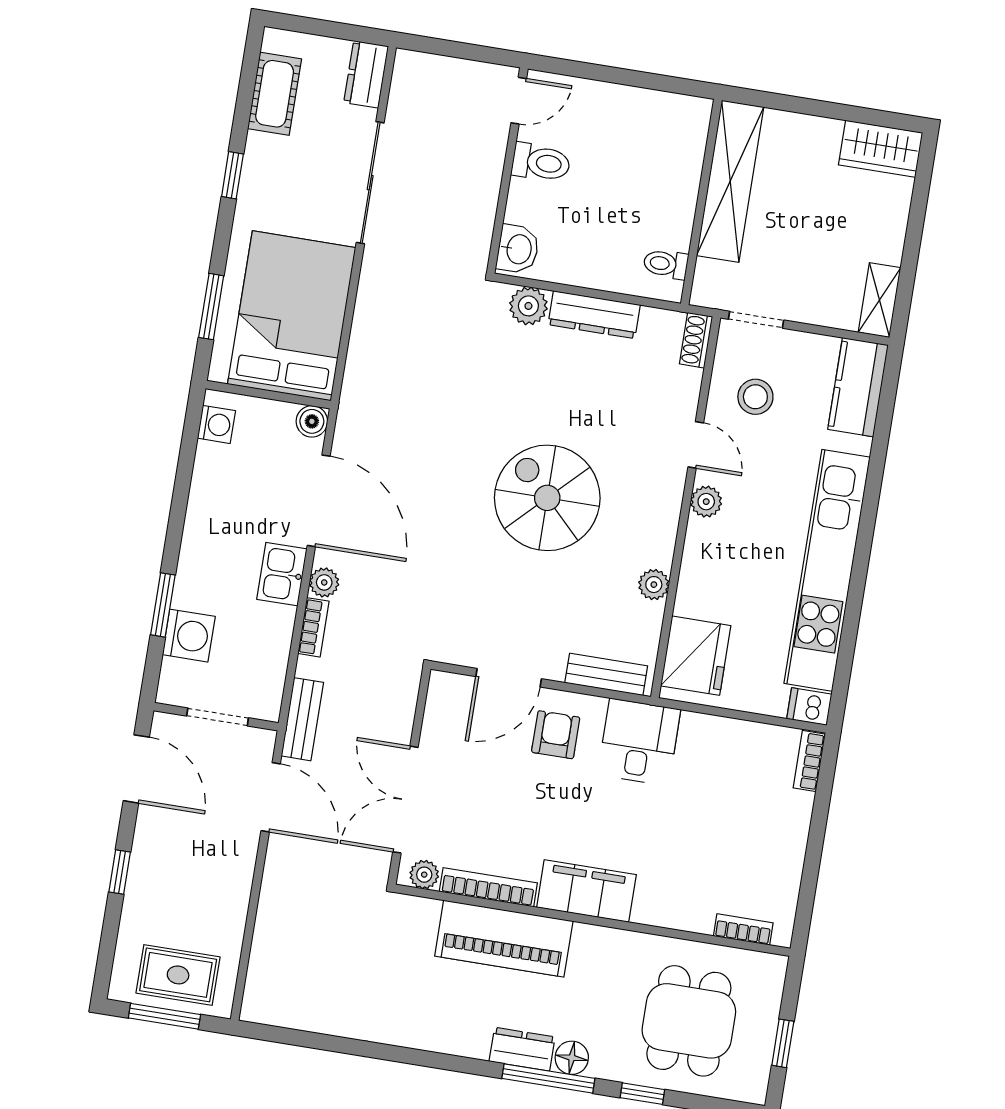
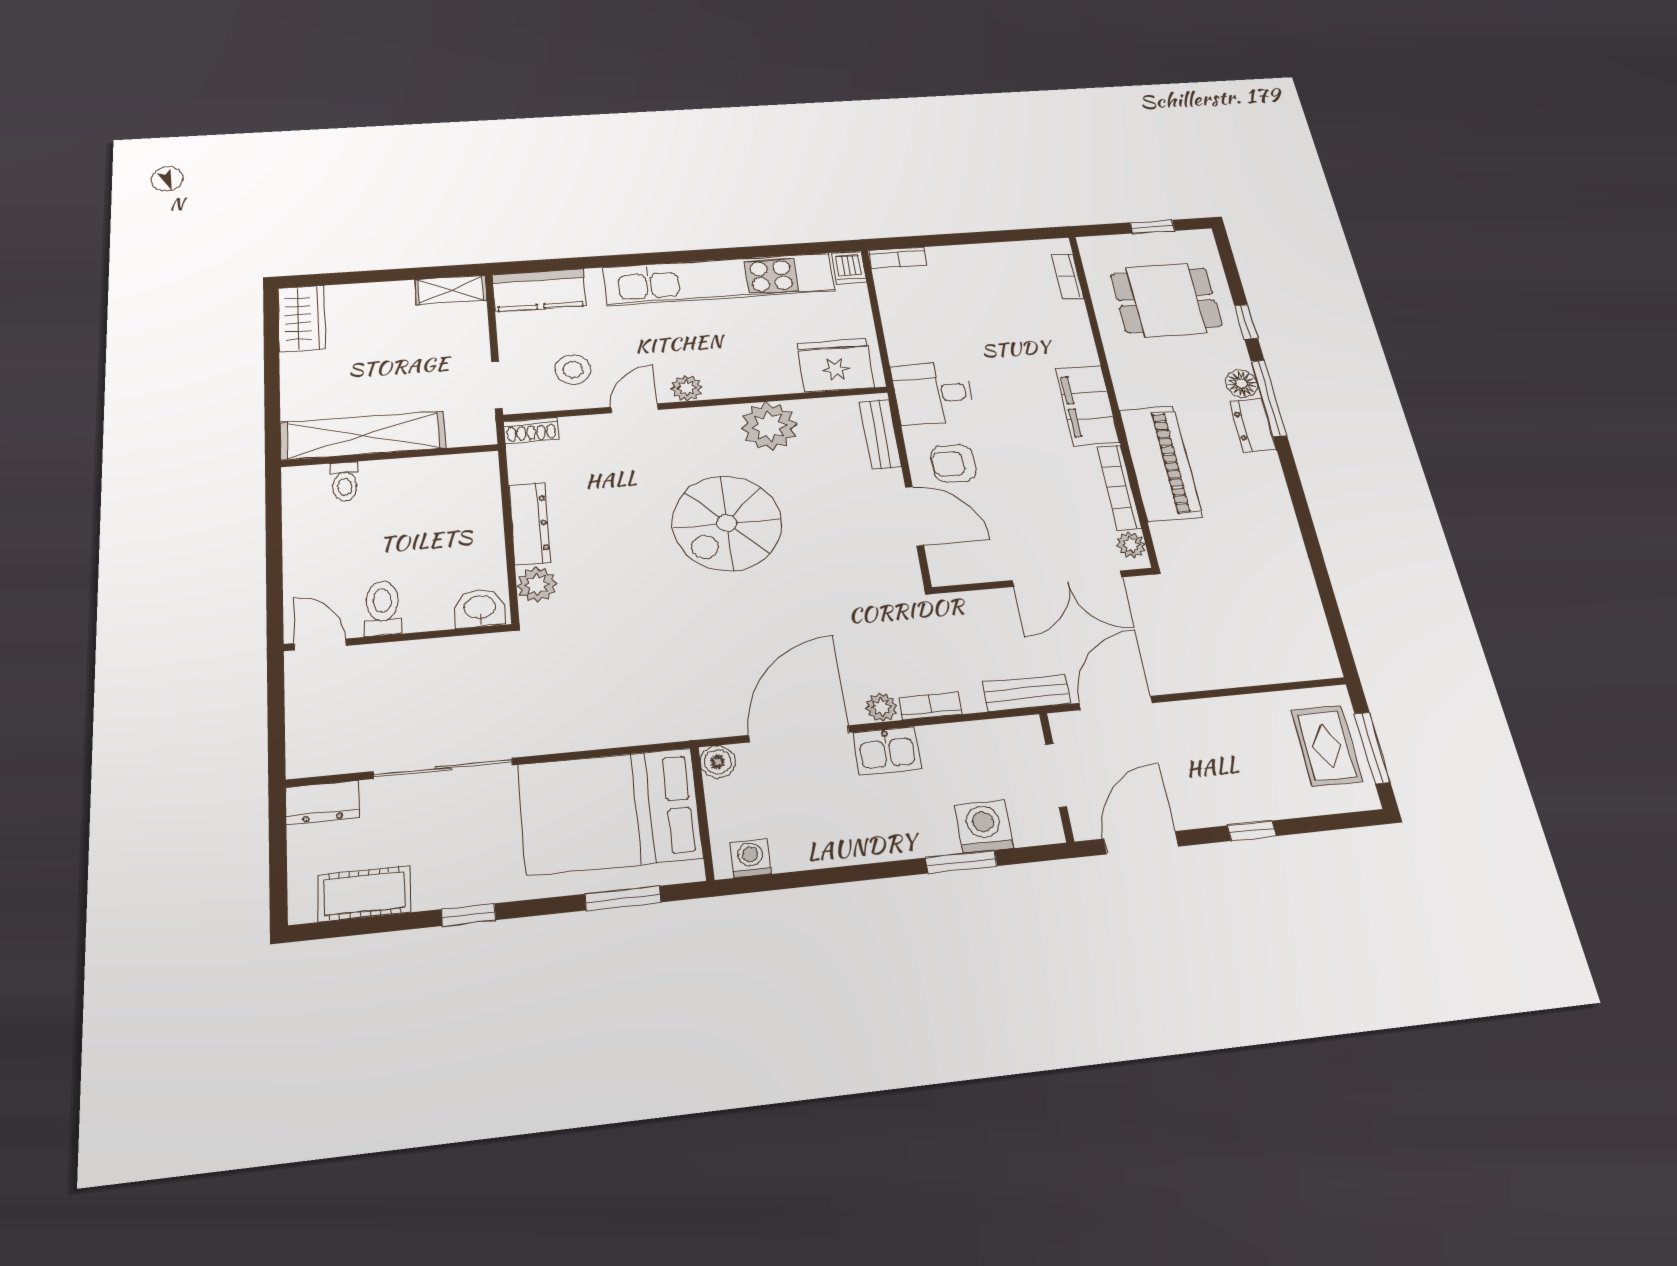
toilet: (666, 264) -> (345, 482), moved
plant: (654, 585) -> (769, 426), width x1.88, depth x1.88

